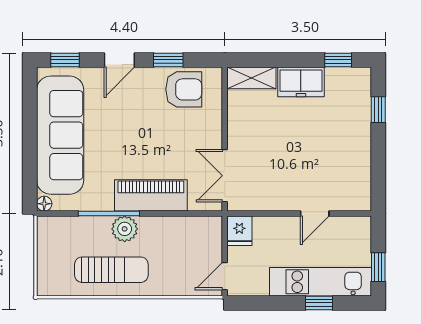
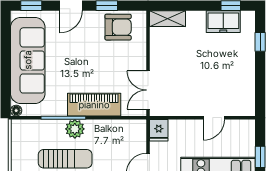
freezer: (301, 82) -> (223, 22), moved

